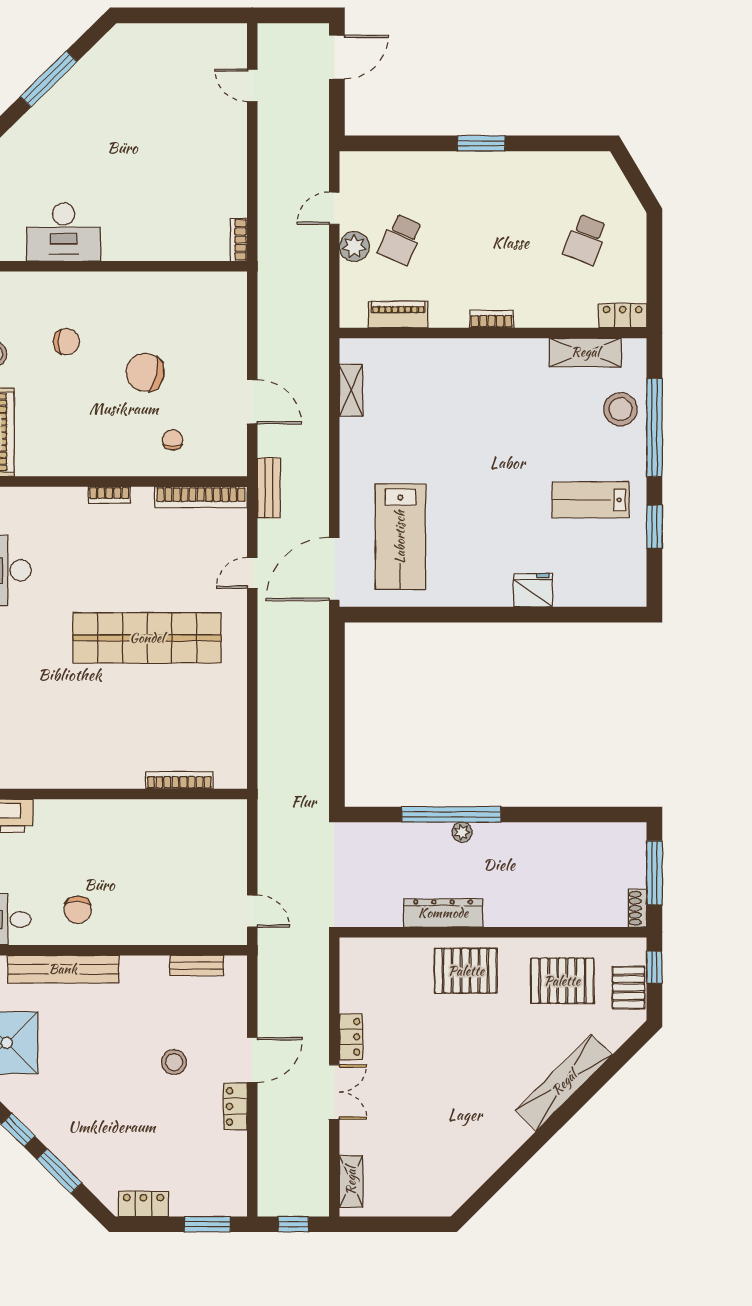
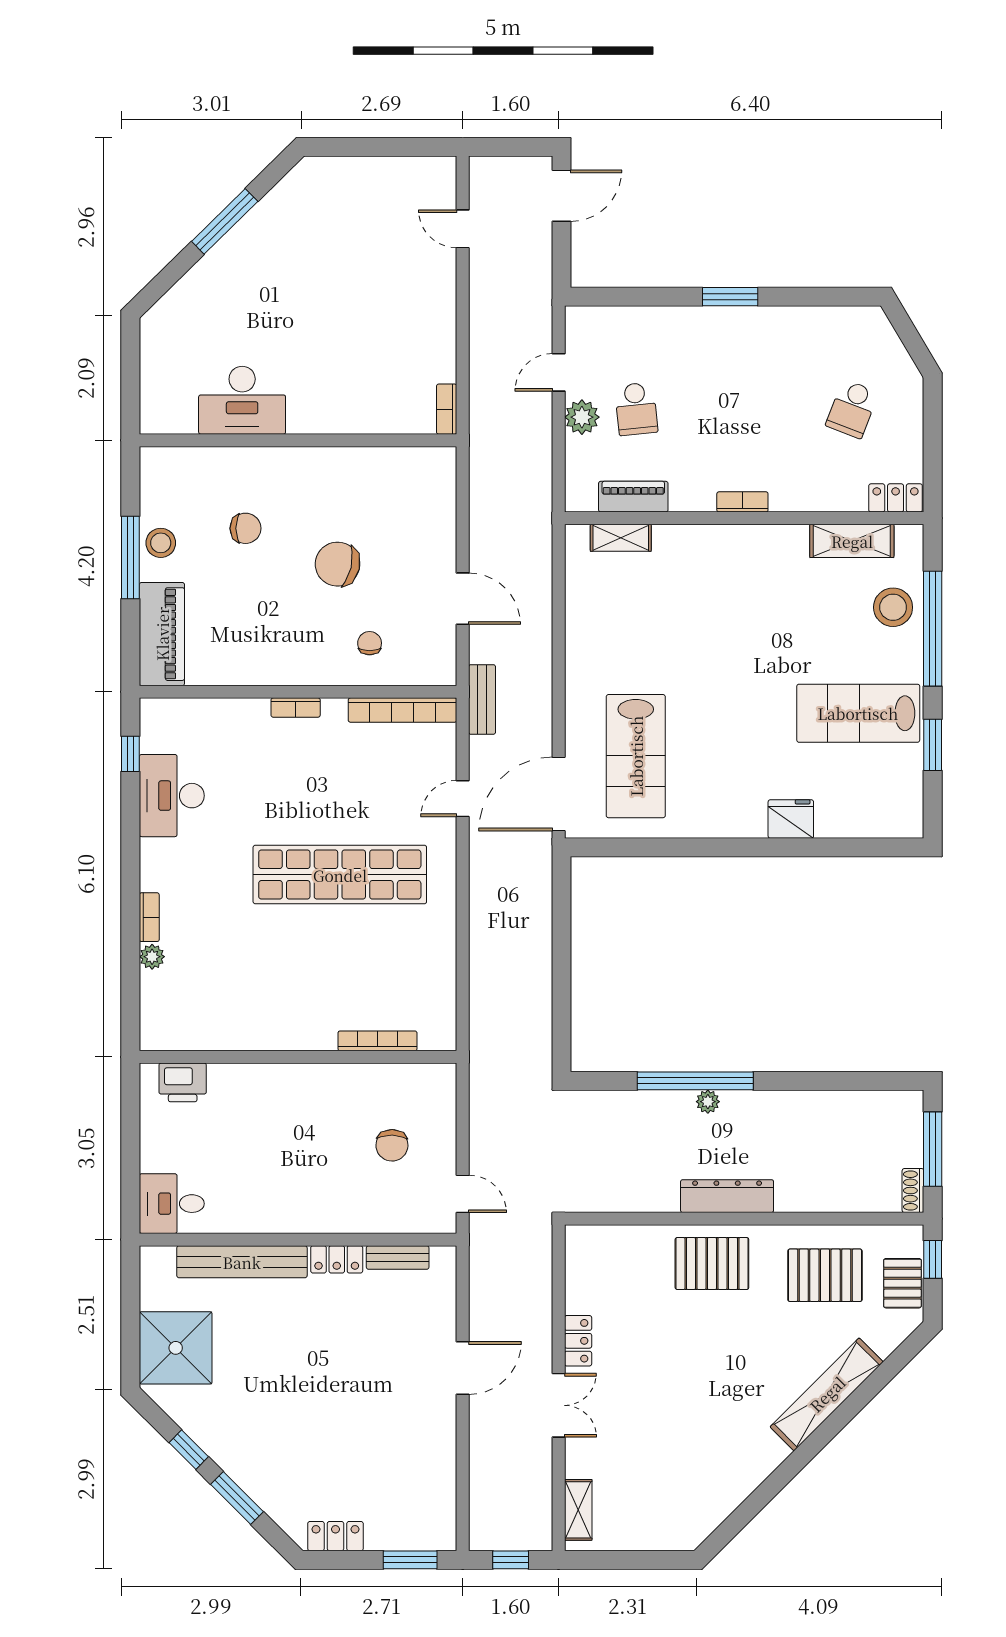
school desk: (401, 239) -> (636, 409), turned -30
shelving: (351, 390) -> (621, 538), moved, turned 90
lab bench: (591, 500) -> (858, 713), width x1.36, depth x1.39
chair: (78, 910) -> (392, 1145), moved
dresser: (443, 913) -> (727, 1196), moved
stool: (174, 1062) -> (371, 1370), removed
locker: (235, 1106) -> (337, 1259), moved, turned -90

